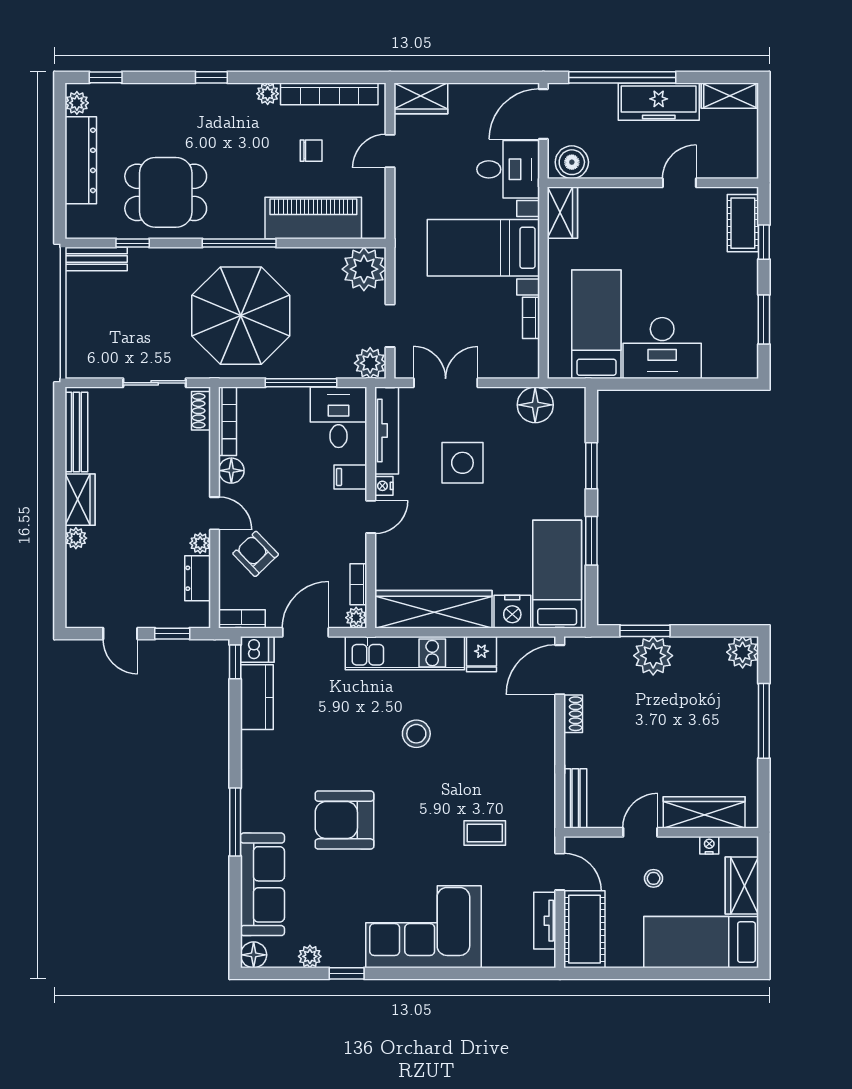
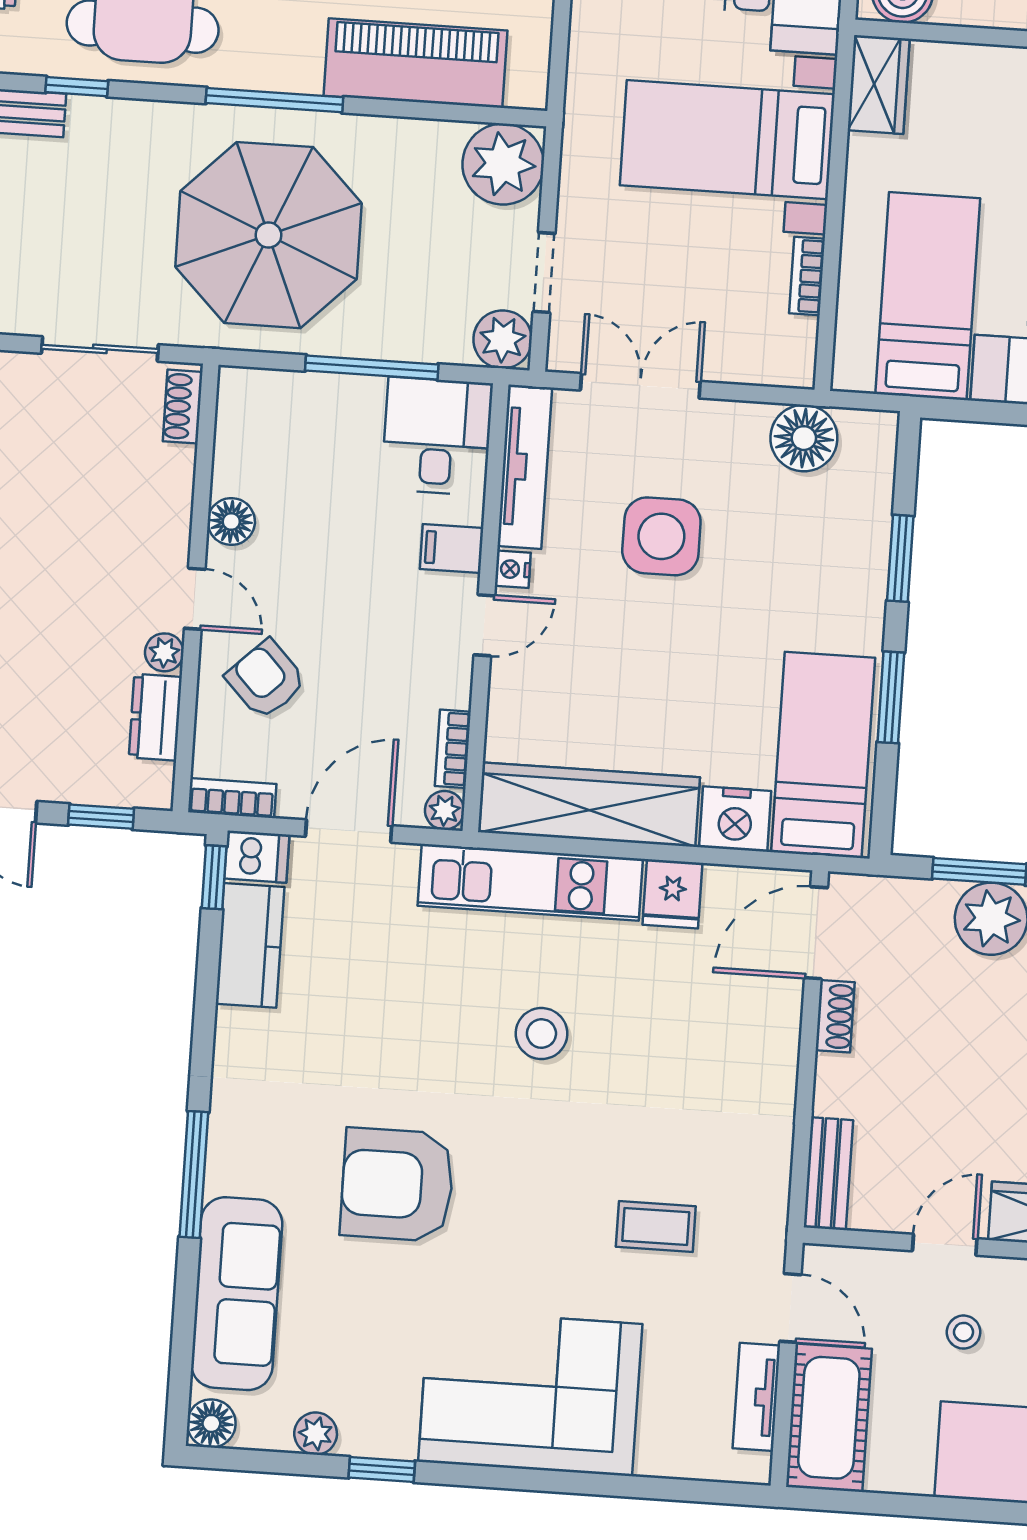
bookcase: (227, 421) -> (230, 430), removed

